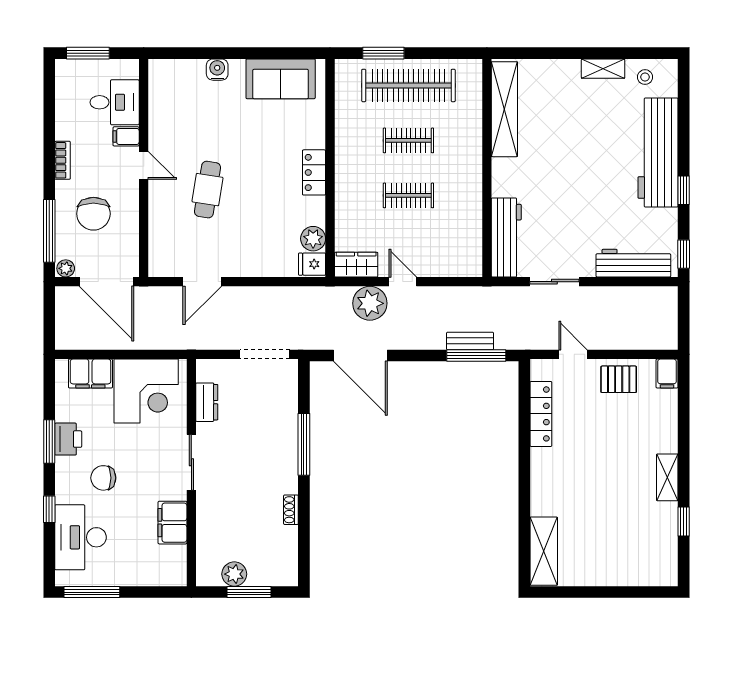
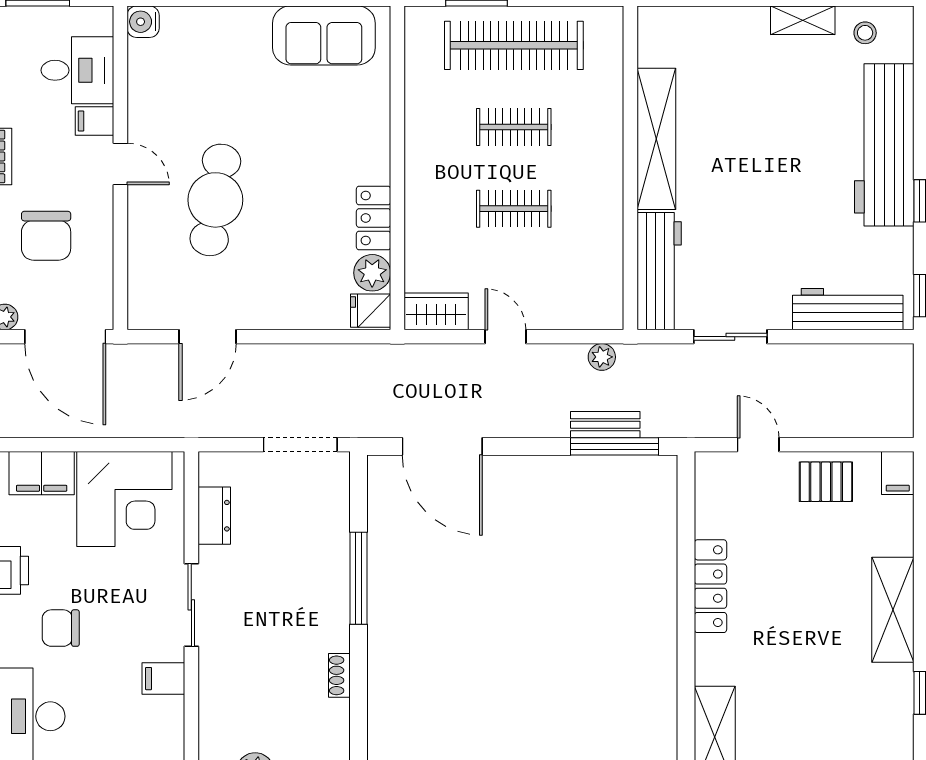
water cooler: (217, 70) -> (143, 22), moved, turned -90
shelving: (504, 109) -> (656, 139), moved
locker: (314, 172) -> (374, 218), moved
cafe table: (207, 190) -> (215, 200), width x1.37, depth x1.35
plant: (370, 303) -> (602, 357), moved, width x0.53, depth x0.53
locker: (541, 414) -> (710, 586), moved
shelving: (667, 477) -> (893, 610), width x1.50, depth x1.33
filing cabinet: (172, 523) -> (163, 679), width x0.50

